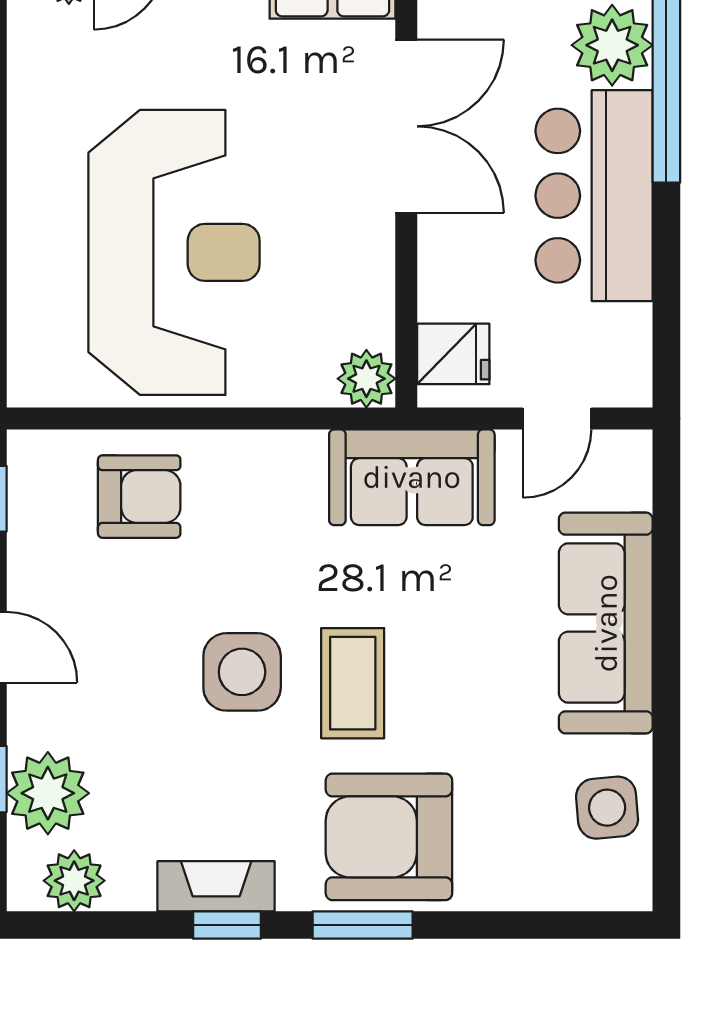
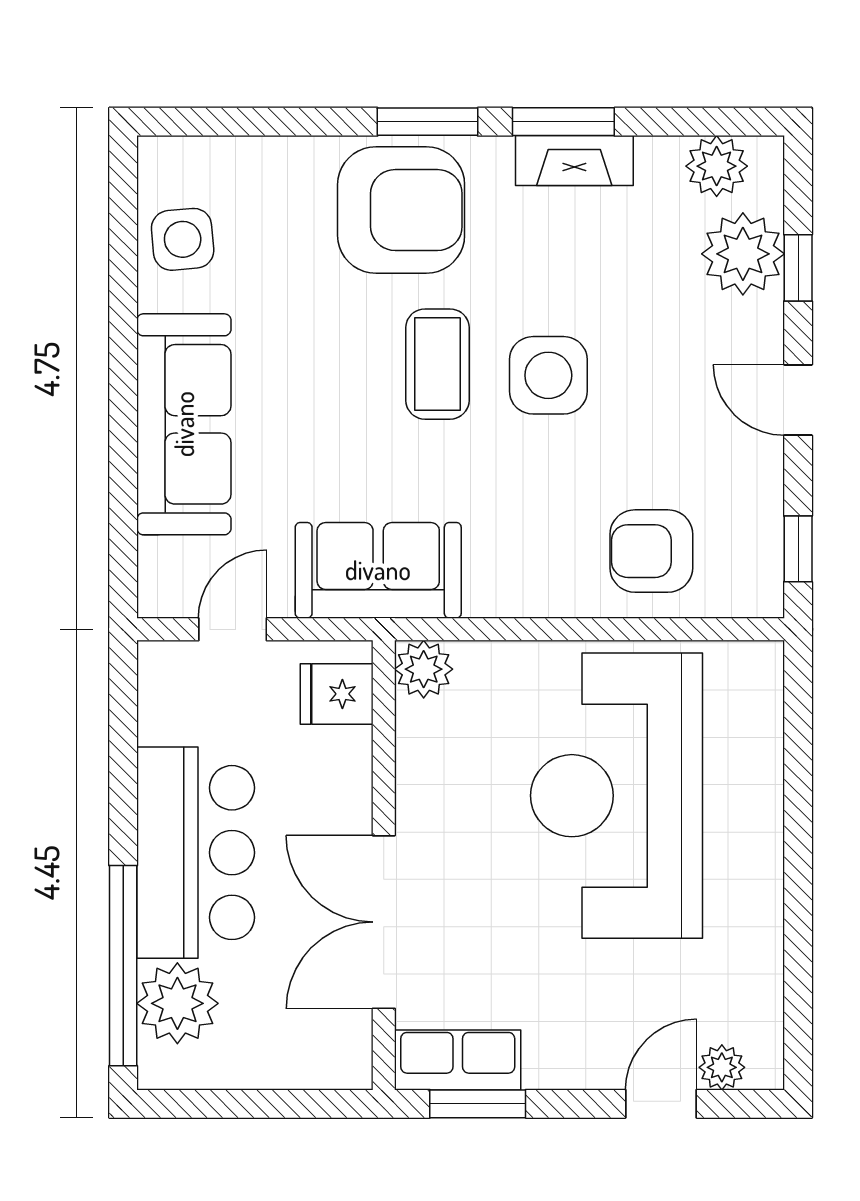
window: (227, 925) -> (563, 122), width x1.50

